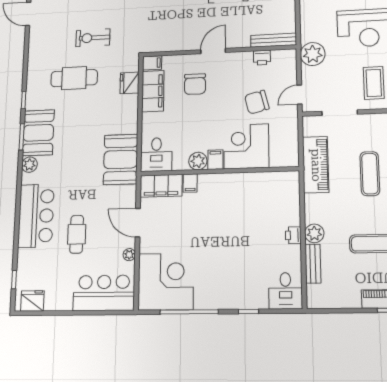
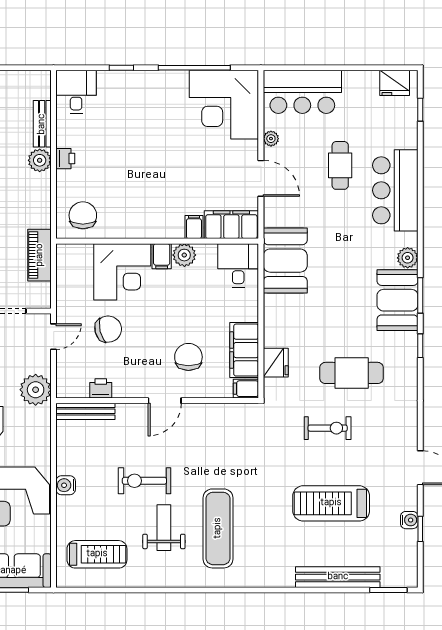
piano: (316, 165) -> (40, 255), width x0.73, depth x0.75
chair: (278, 190) -> (83, 215), added

